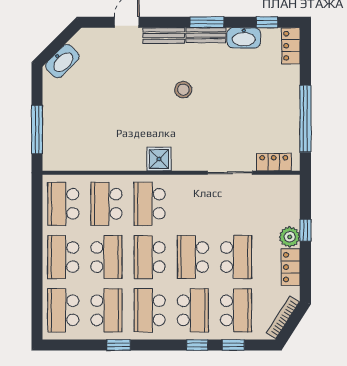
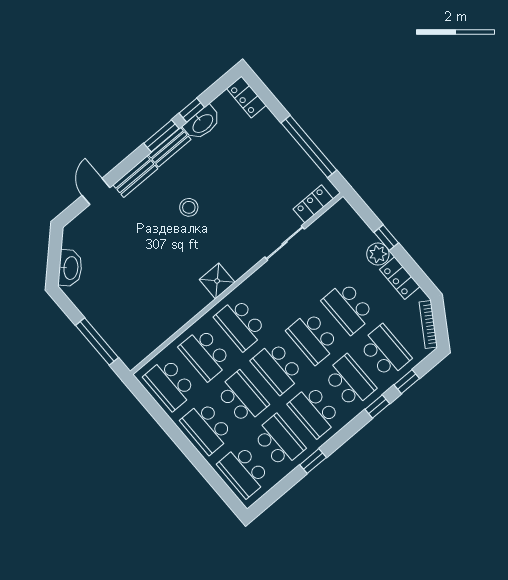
window: (267, 22) -> (192, 110), moved
school desk: (236, 257) -> (348, 308), turned 180

